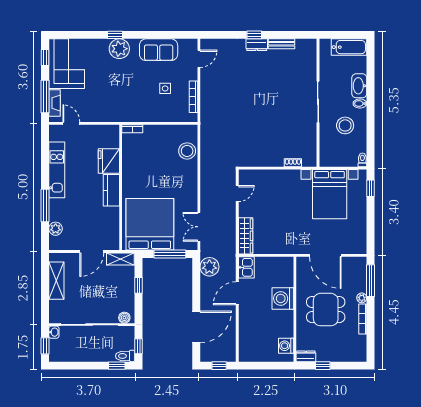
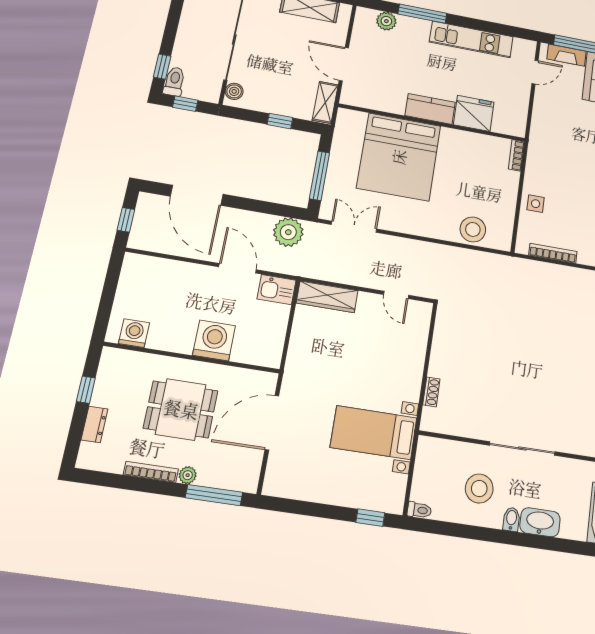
side table: (165, 88) -> (536, 204), moved
bed with nightstands: (330, 194) -> (374, 433), width x0.73
bed: (150, 224) -> (399, 157), moved, turned 90
dining table: (326, 310) -> (181, 409), turned 90
dresser: (306, 356) -> (94, 424), moved

